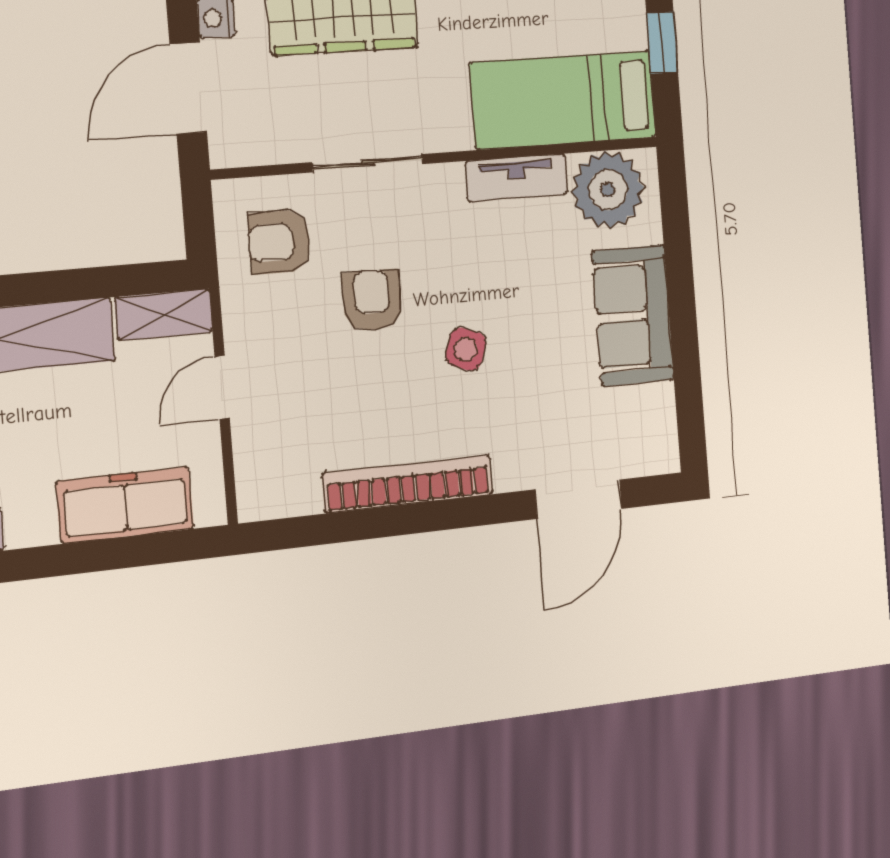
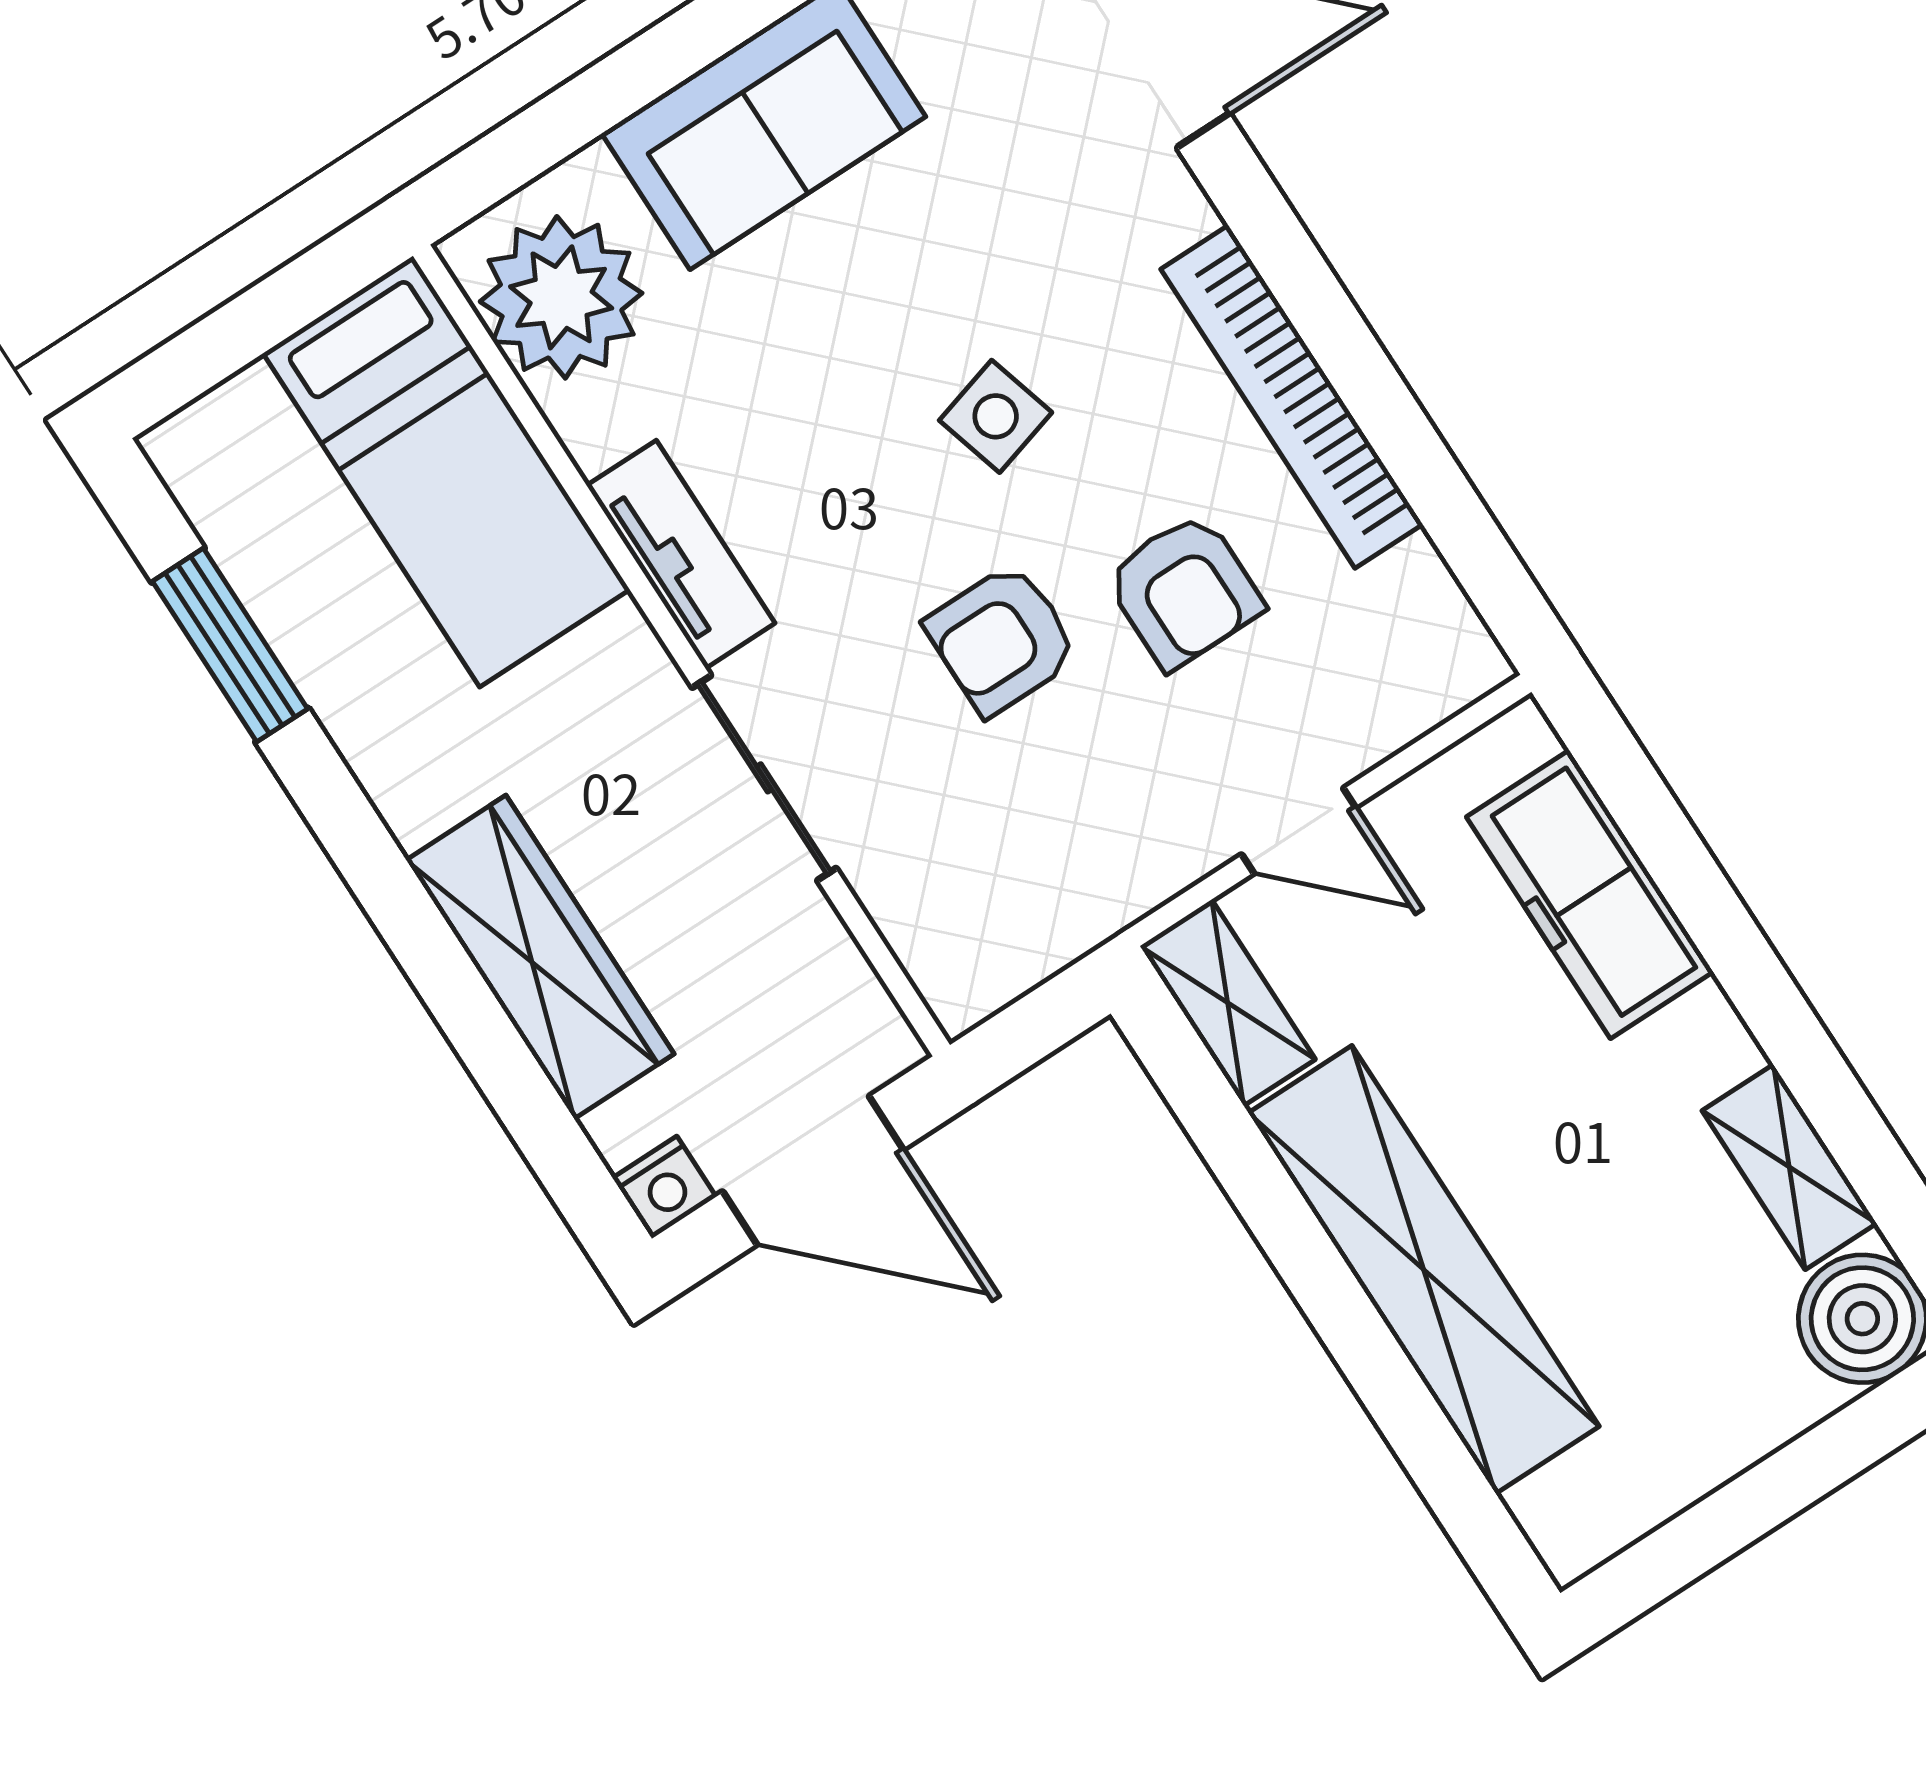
window: (662, 43) -> (233, 336), removed
tv unit: (517, 178) -> (681, 554), moved
armchair: (279, 242) -> (1184, 591), moved
side table: (466, 349) -> (996, 416), turned -37

